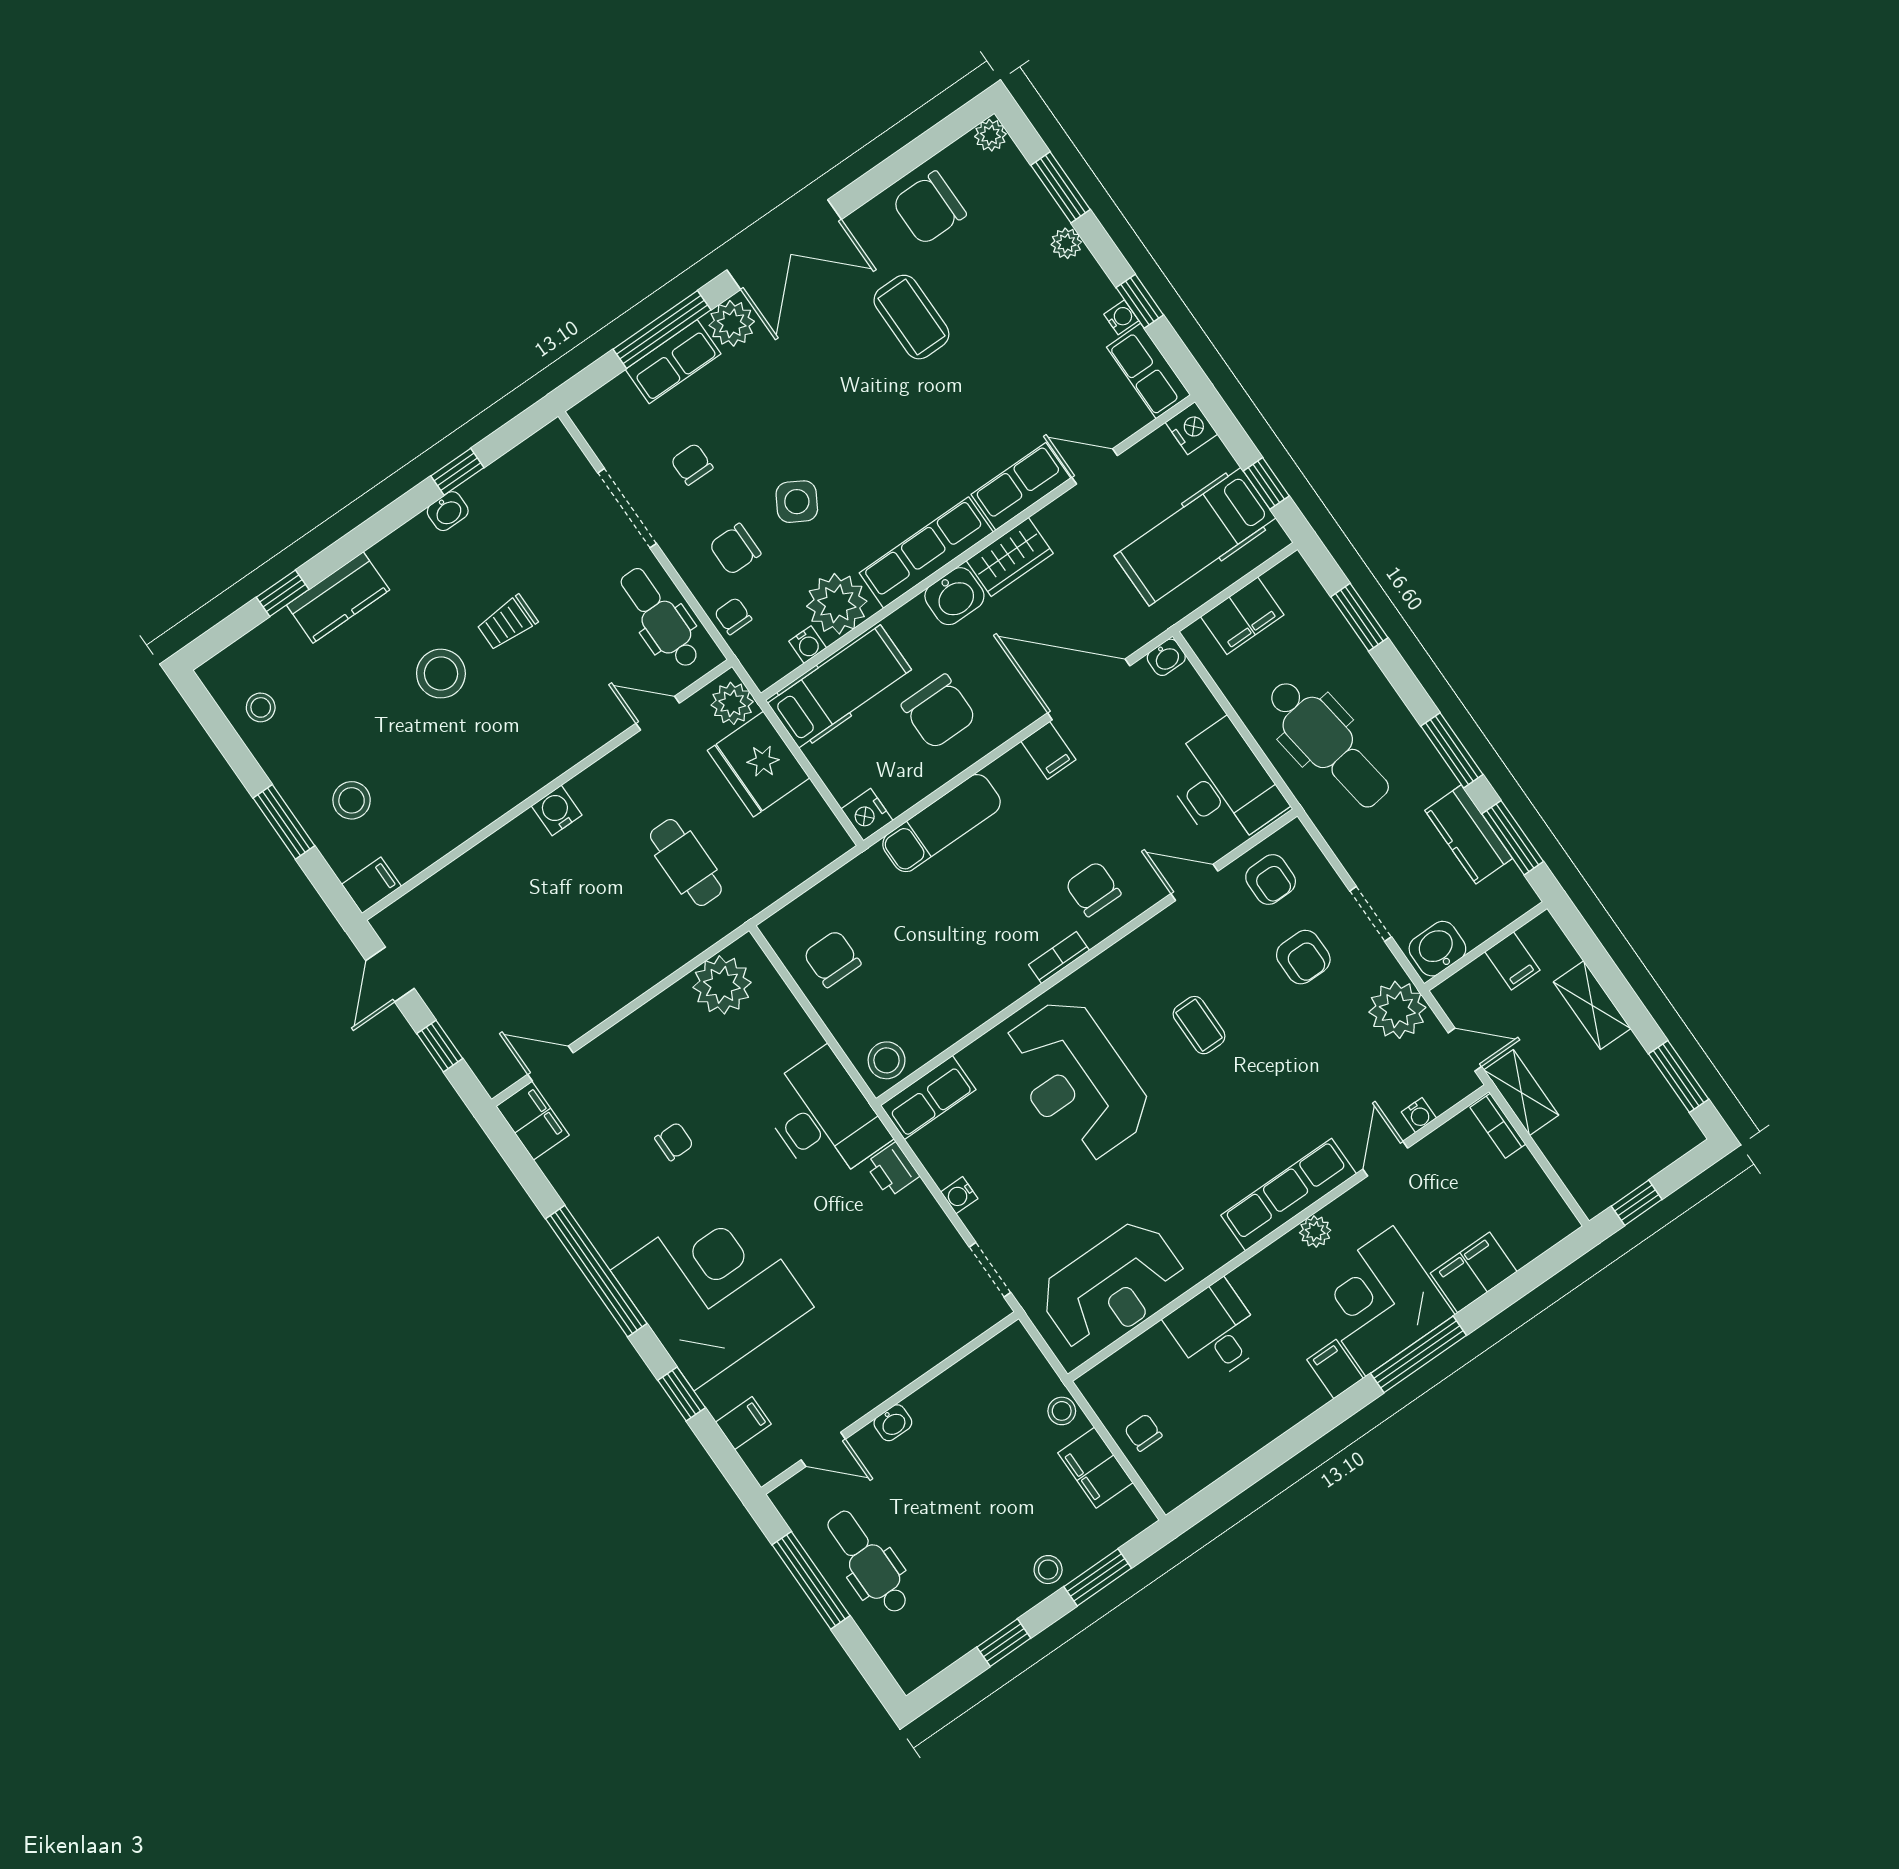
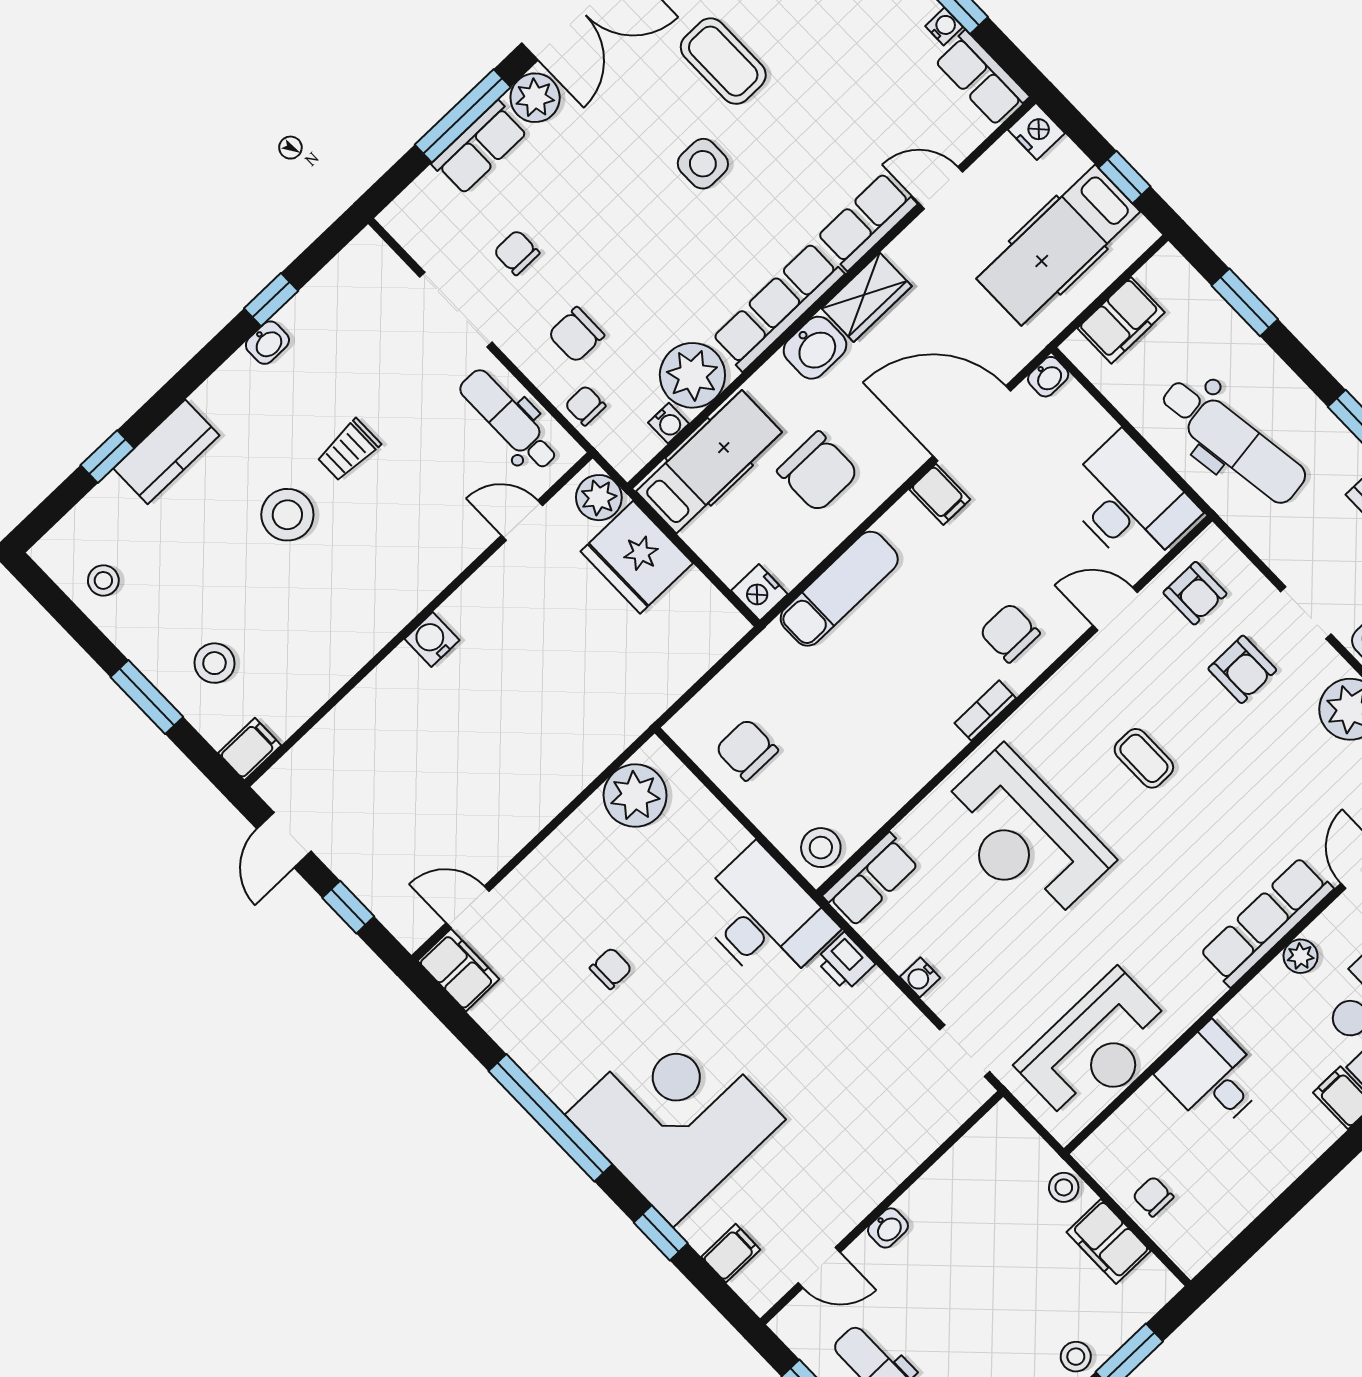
side table: (797, 502) -> (703, 164), moved, turned -30
cafe table: (686, 863) -> (577, 673), removed

